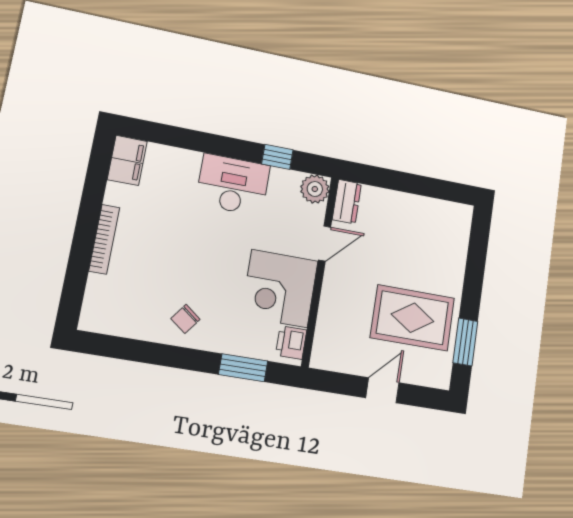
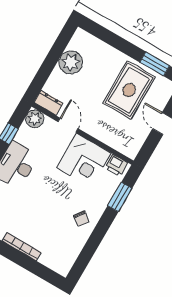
plant: (419, 214) -> (71, 62), added

